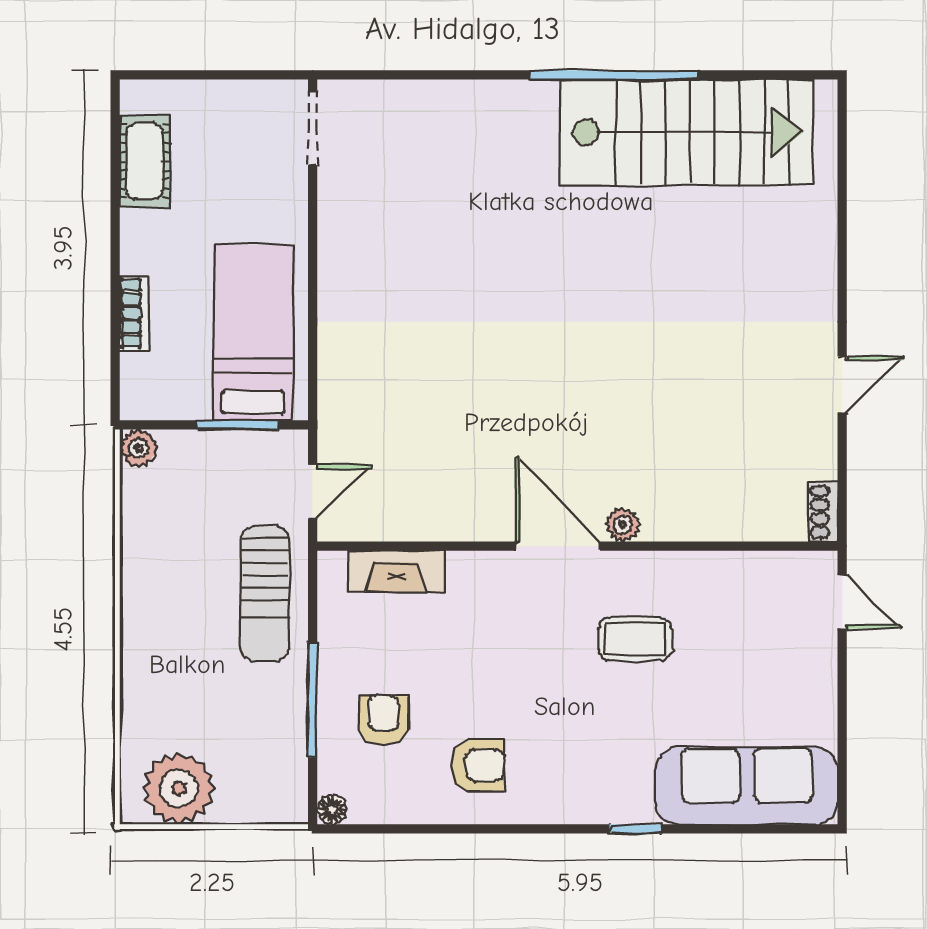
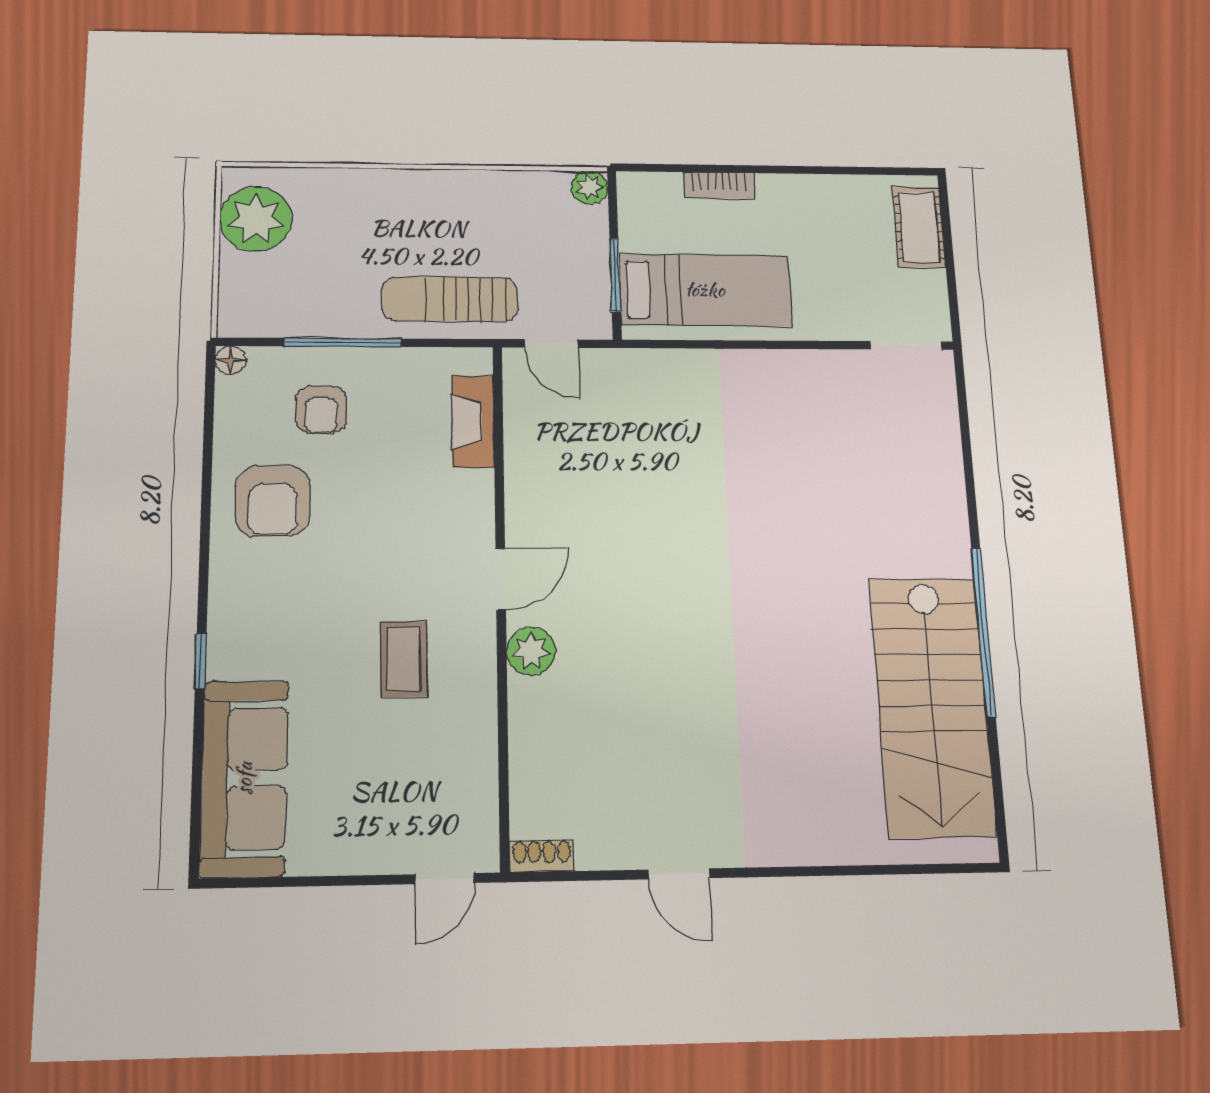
cot: (145, 161) -> (919, 227), moved, turned 90
plant: (623, 525) -> (531, 651), width x1.38, depth x1.38
door: (558, 546) -> (501, 579), width x0.73
armchair: (384, 720) -> (321, 409), turned 90
armchair: (478, 765) -> (273, 501), width x1.38, depth x1.38

